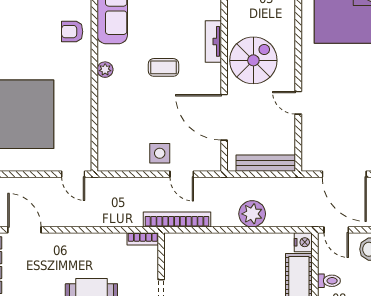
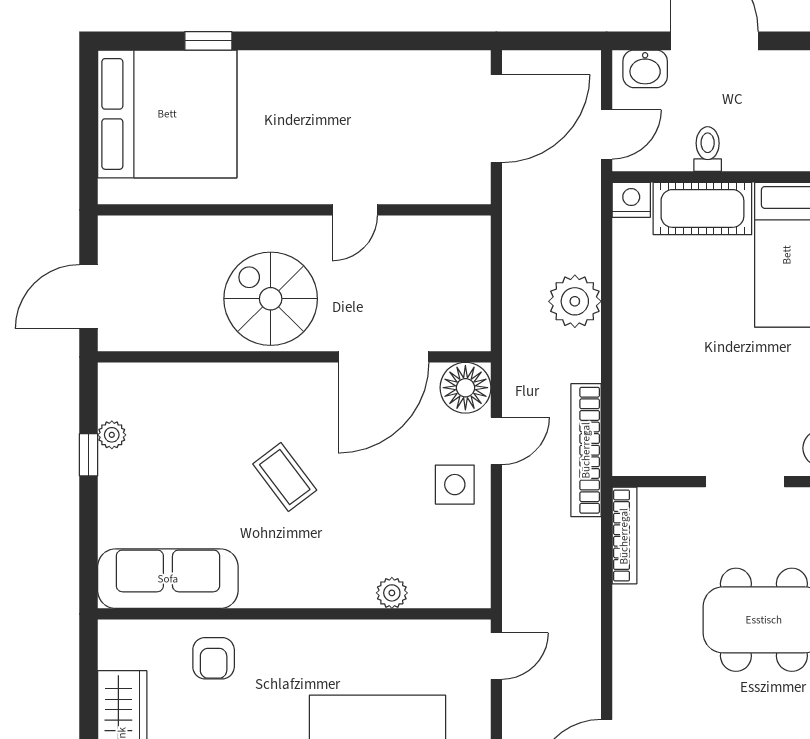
tv unit: (213, 41) -> (233, 378), removed
coffee table: (163, 67) -> (285, 477), turned -37
plant: (105, 70) -> (392, 593), moved
floor lamp: (209, 159) -> (465, 388), added
bench: (266, 163) -> (474, 274), removed
bookcase: (143, 239) -> (624, 536), width x1.56

